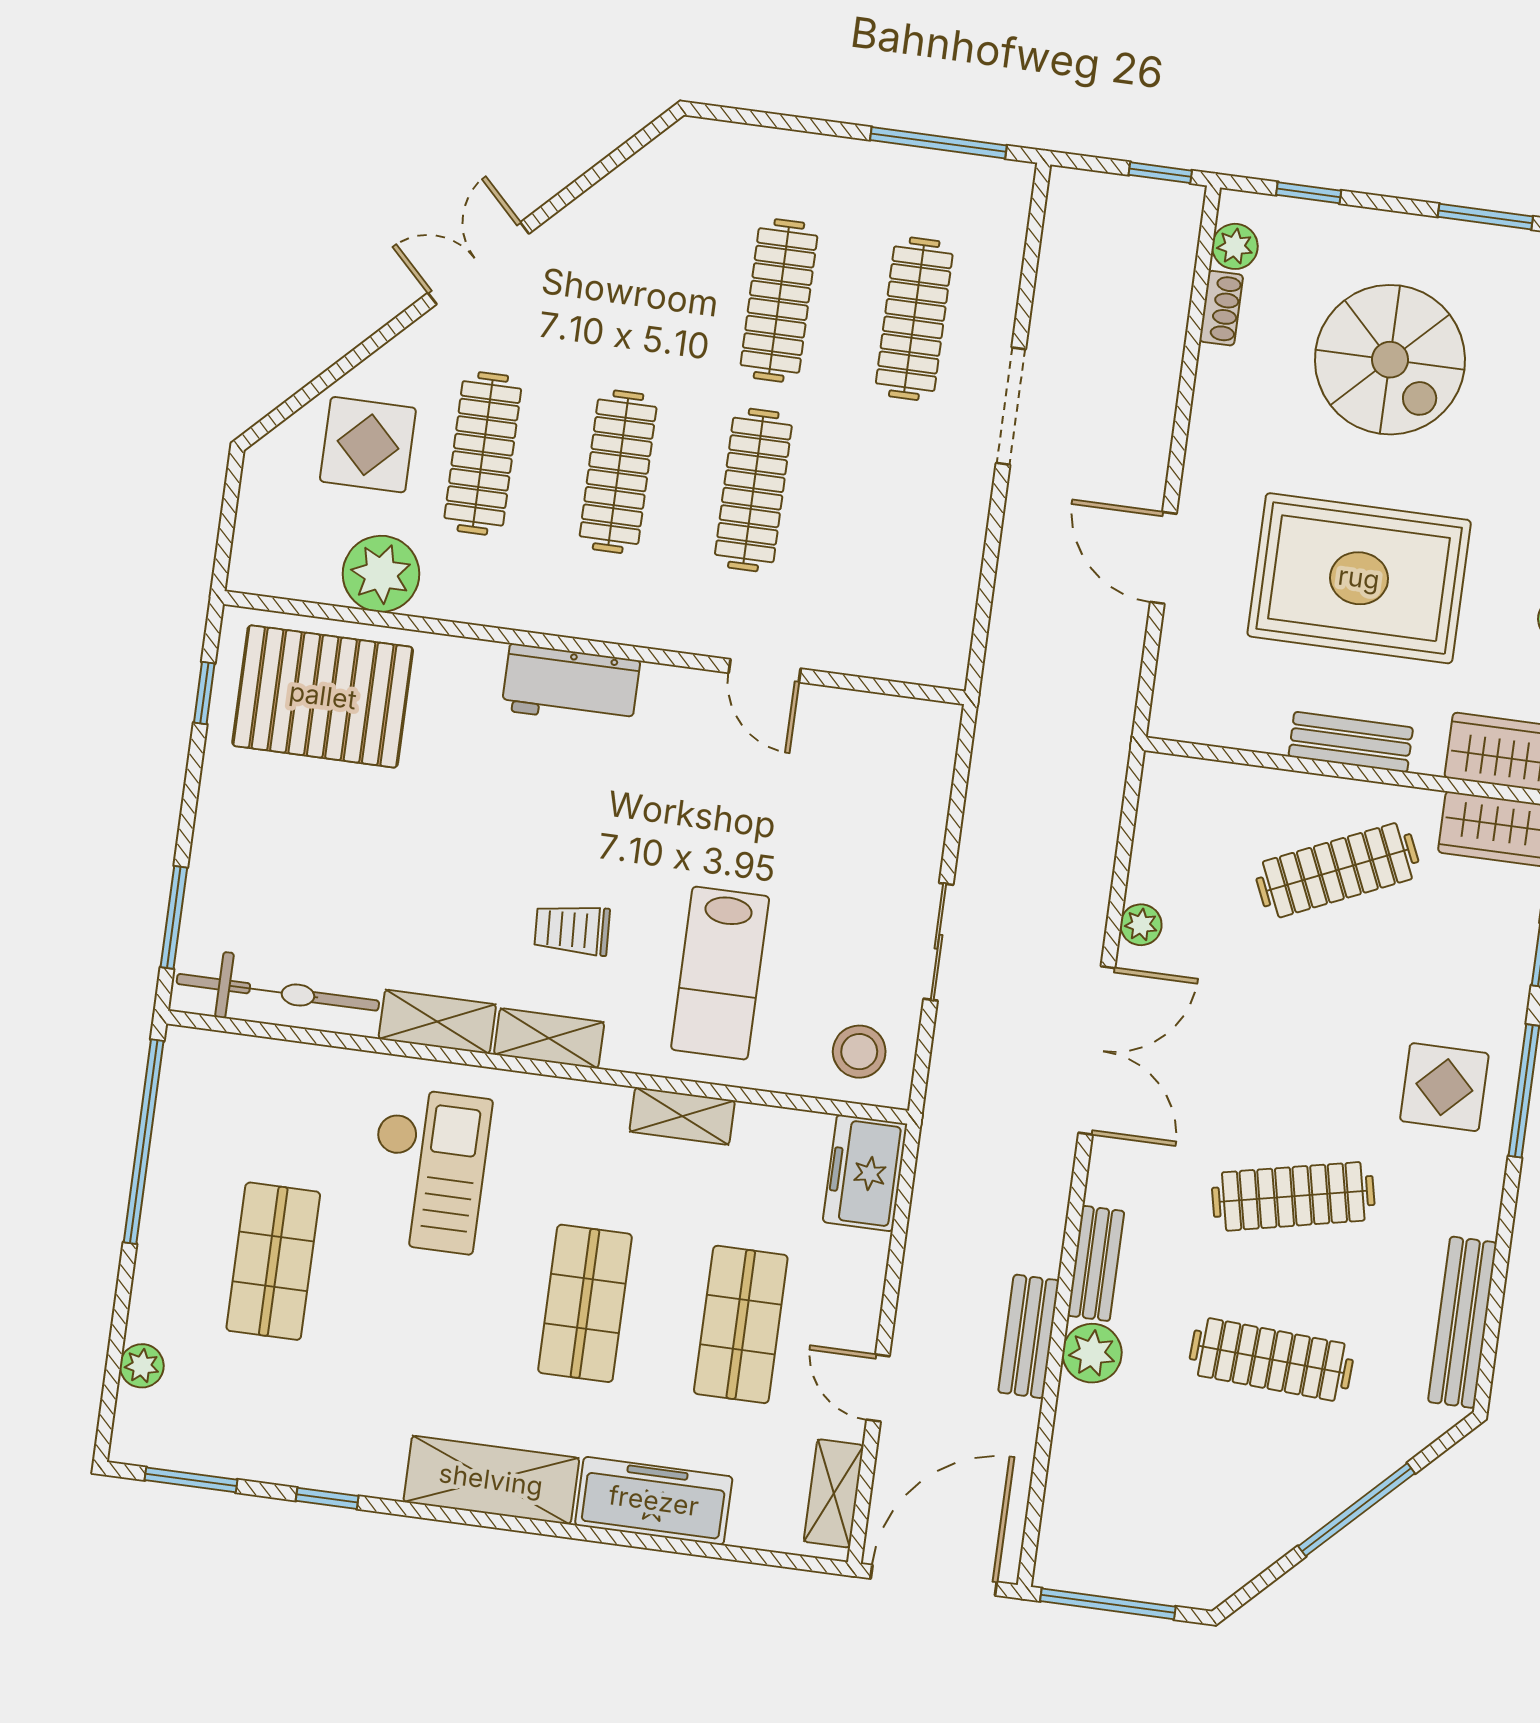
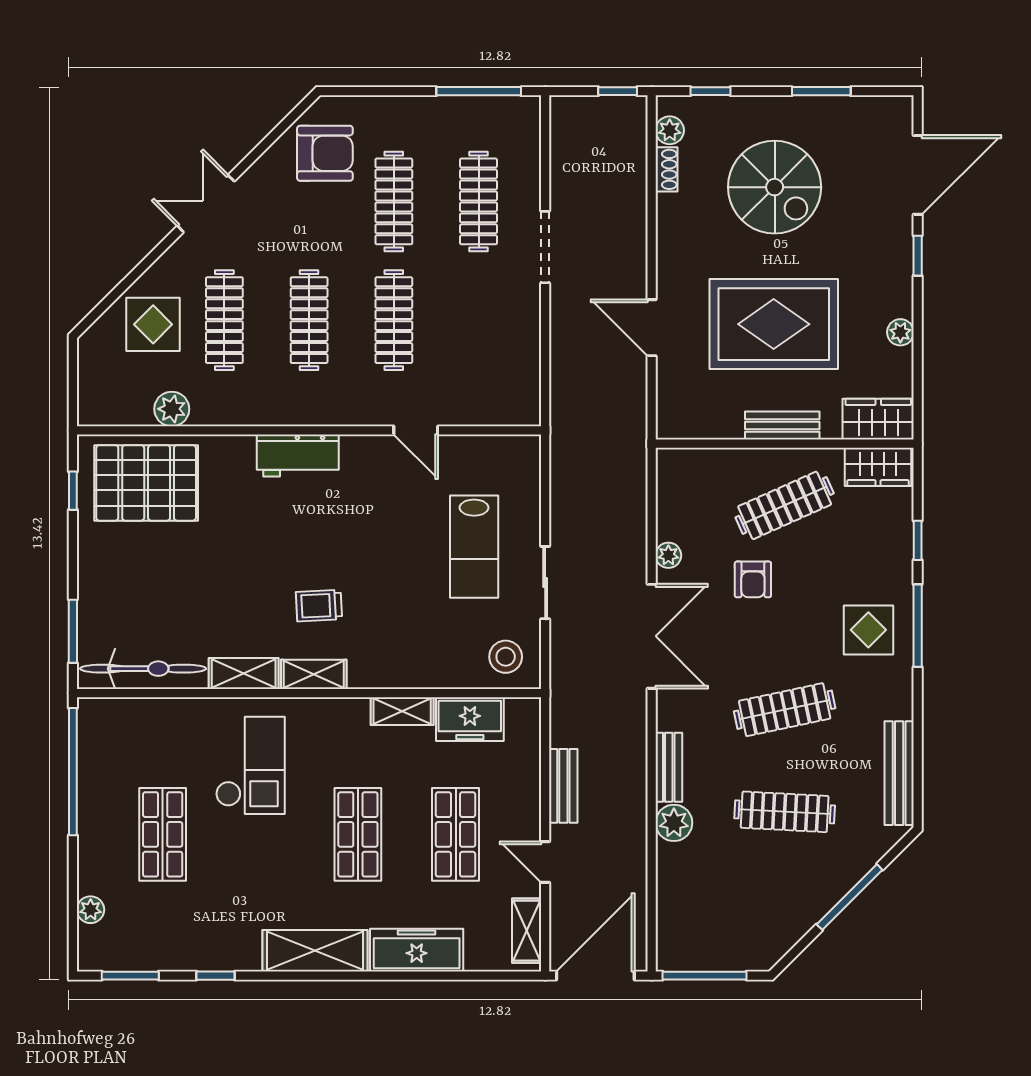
armchair: (679, 209) -> (325, 153), added
plant: (381, 574) -> (172, 409), width x0.73, depth x0.73
lab bench: (720, 973) -> (474, 547), moved
armchair: (1271, 982) -> (753, 579), added
freezer: (865, 1173) -> (470, 719), moved, turned -90
bench: (1029, 1336) -> (563, 786), moved

